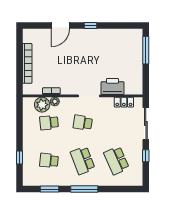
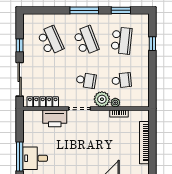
desk: (131, 48) -> (35, 158), added
locker: (124, 102) -> (43, 102), width x1.53
plant: (42, 105) -> (102, 99), moved
school desk: (49, 160) -> (122, 41), width x1.85

